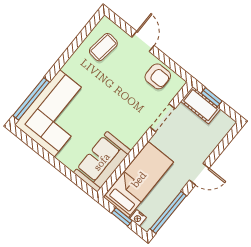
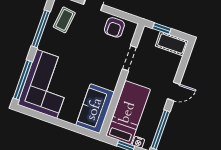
window: (73, 48) -> (41, 29), added
armchair: (158, 76) -> (114, 27), turned 90
cot: (200, 105) -> (172, 44), moved

